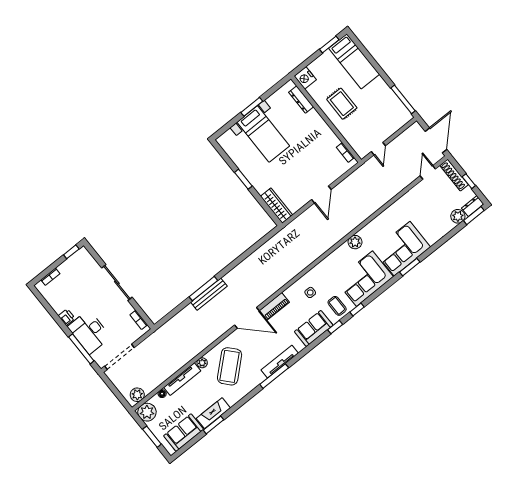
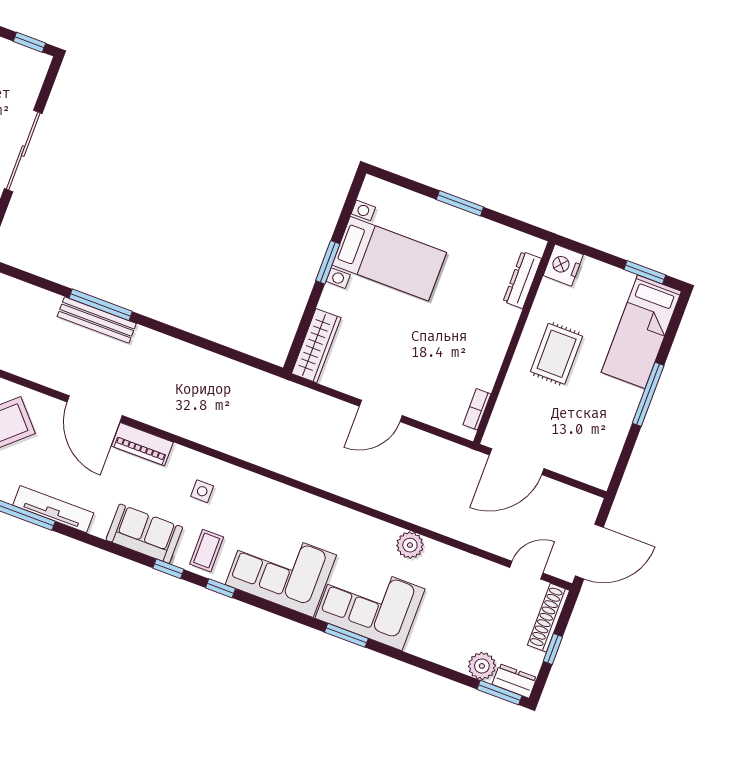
window: (403, 99) -> (648, 394), moved
bed with nightstands: (263, 134) -> (389, 259), moved, turned -90
door: (378, 149) -> (517, 462), width x1.87
plant: (355, 242) -> (410, 545), moved

